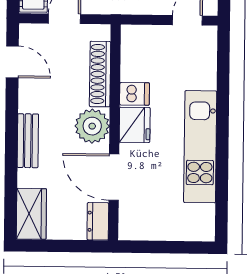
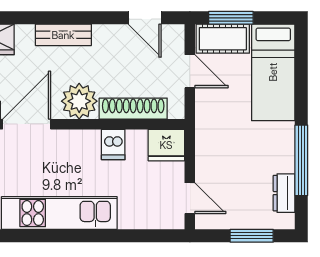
door: (12, 62) -> (145, 18), hinge flipped
fridge: (135, 125) -> (166, 145), moved

